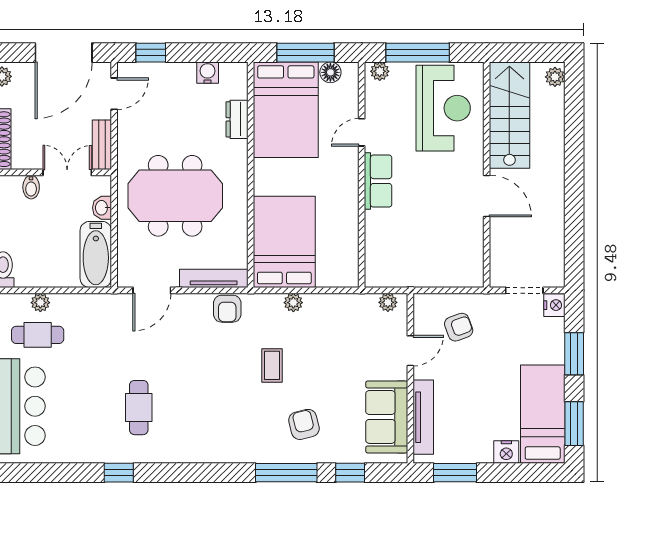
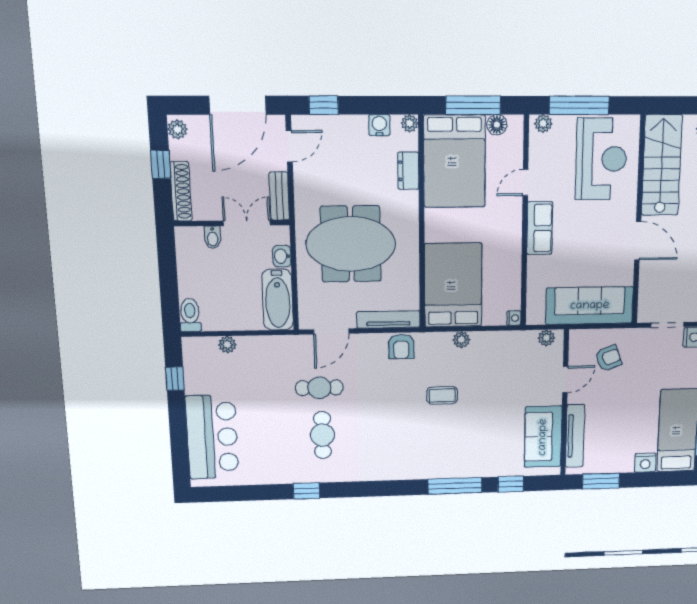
plant: (239, 71) -> (410, 123), added
sofa: (435, 267) -> (590, 306), added
nightstand: (351, 279) -> (514, 318), added
cafe table: (38, 335) -> (319, 388), moved
coffee table: (272, 365) -> (442, 395), turned 90
armchair: (304, 424) -> (471, 445), removed

